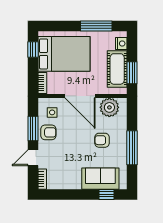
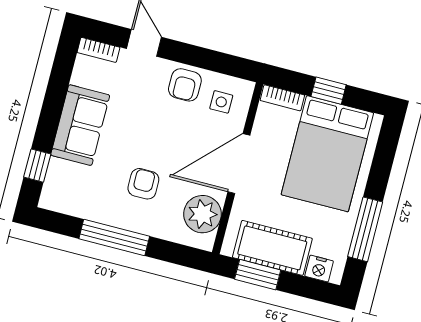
window: (33, 49) -> (329, 91), moved
window: (33, 129) -> (200, 57), removed
sofa: (100, 179) -> (80, 125), moved

